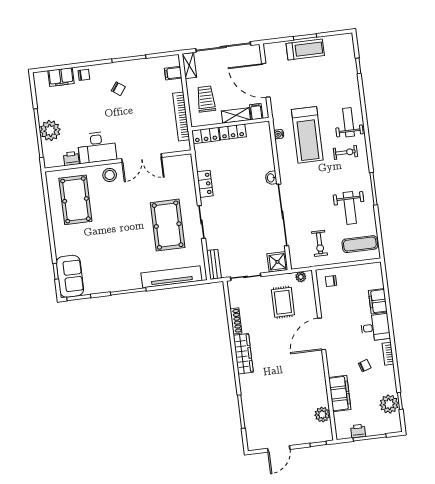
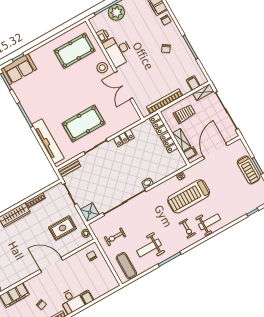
filing cabinet: (378, 301) -> (87, 297), width x0.50

